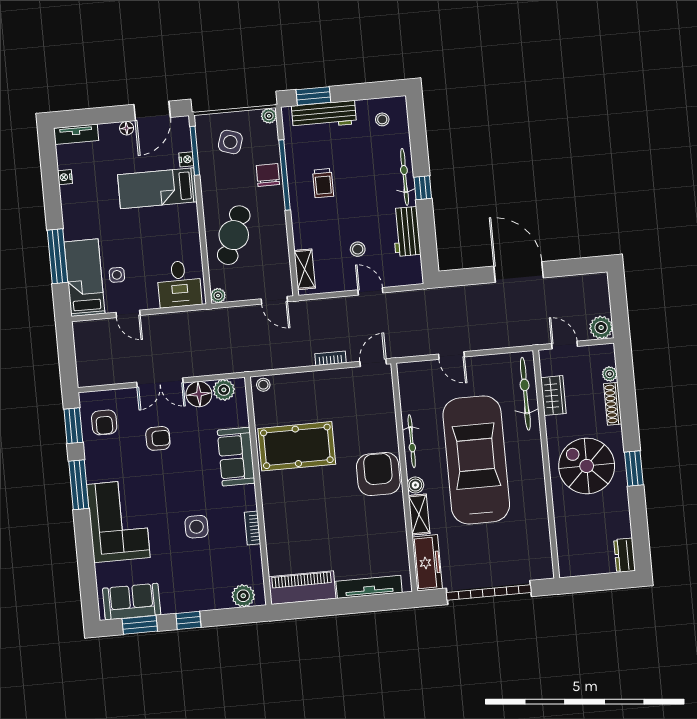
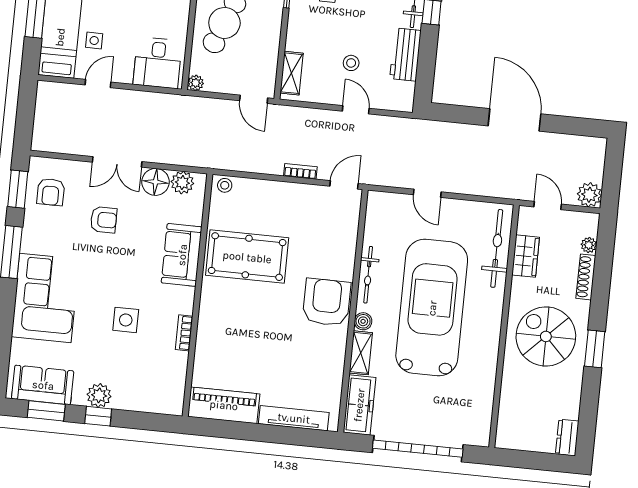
door: (128, 314) -> (98, 83), swing flipped
plant: (243, 596) -> (99, 395), moved

